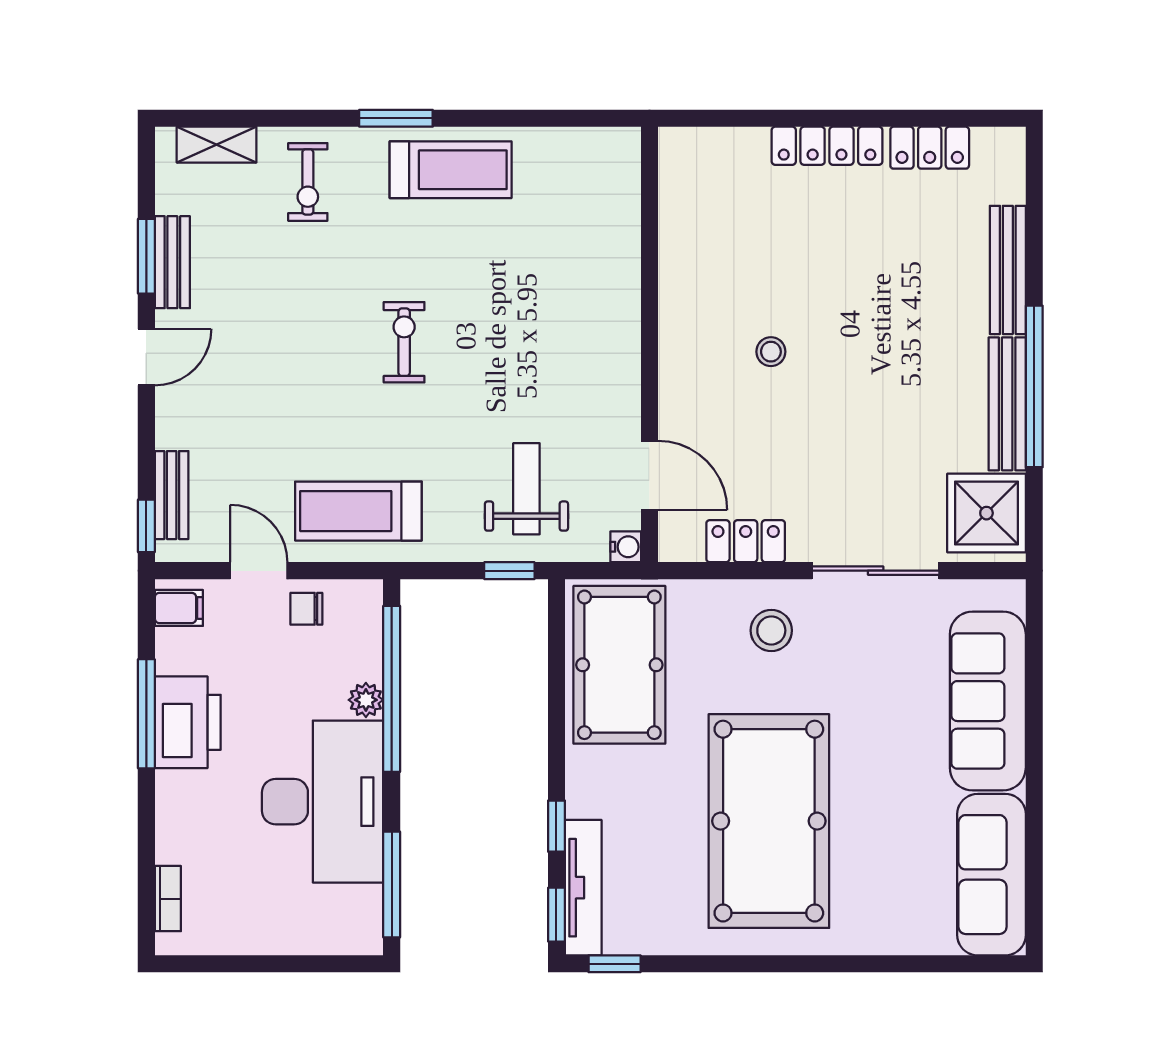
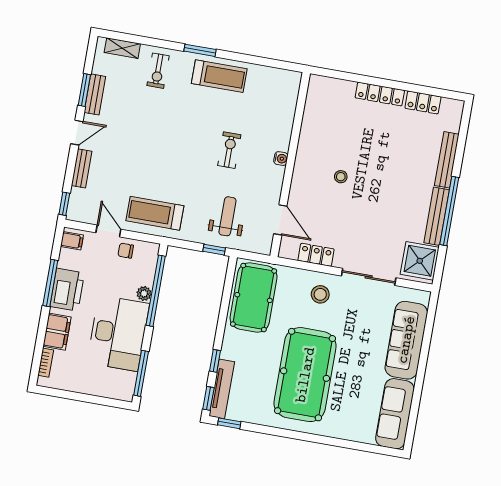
exercise bike: (404, 342) -> (229, 150), moved
bench: (172, 495) -> (82, 168), moved
water cooler: (626, 547) -> (281, 159), moved
filing cabinet: (181, 823) -> (57, 332), added

